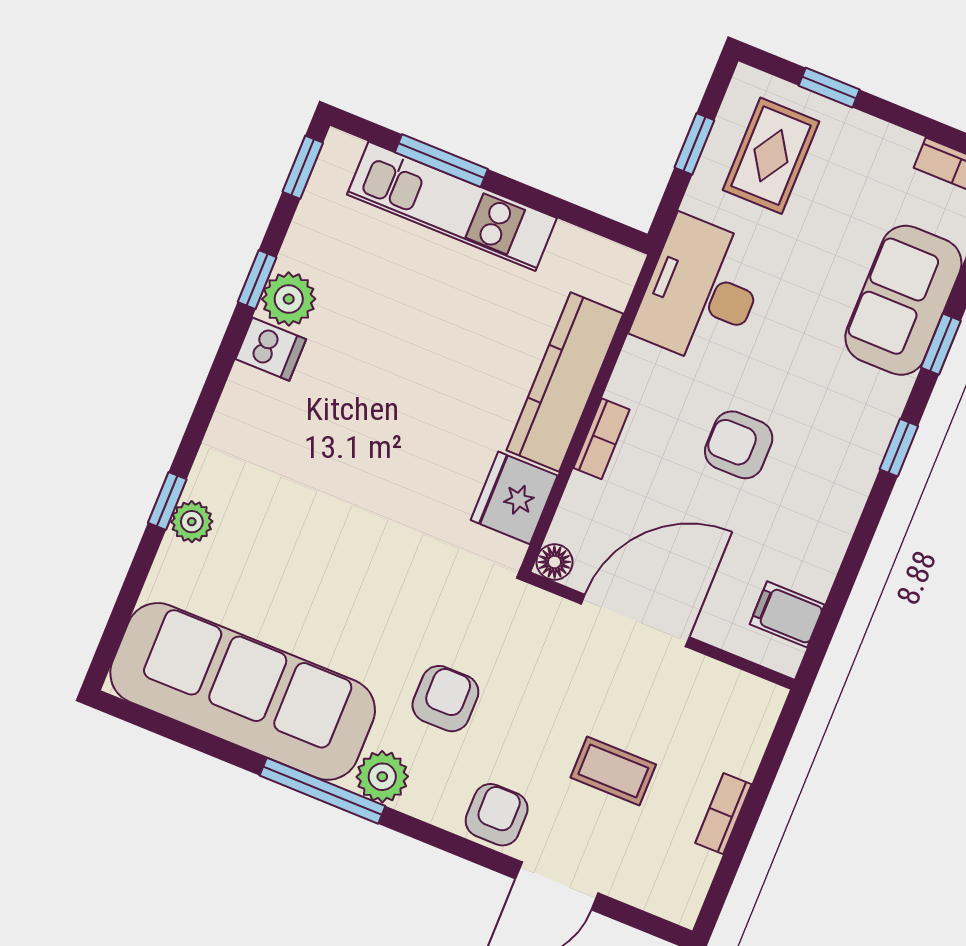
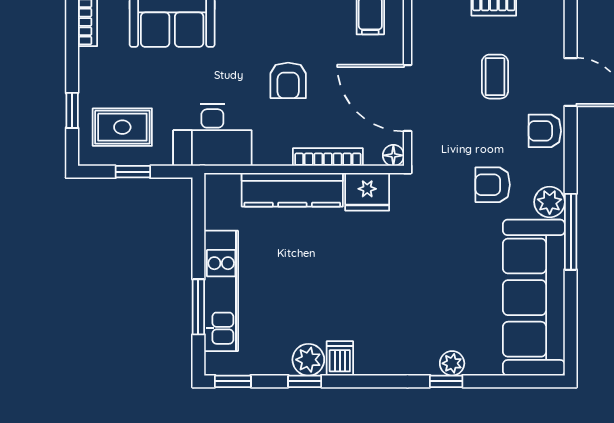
bookcase: (601, 439) -> (328, 157), width x1.56

